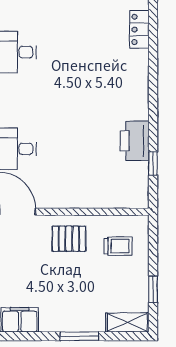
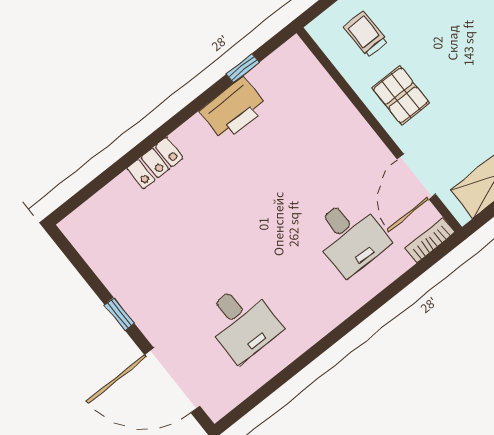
locker: (139, 29) -> (155, 163), moved

